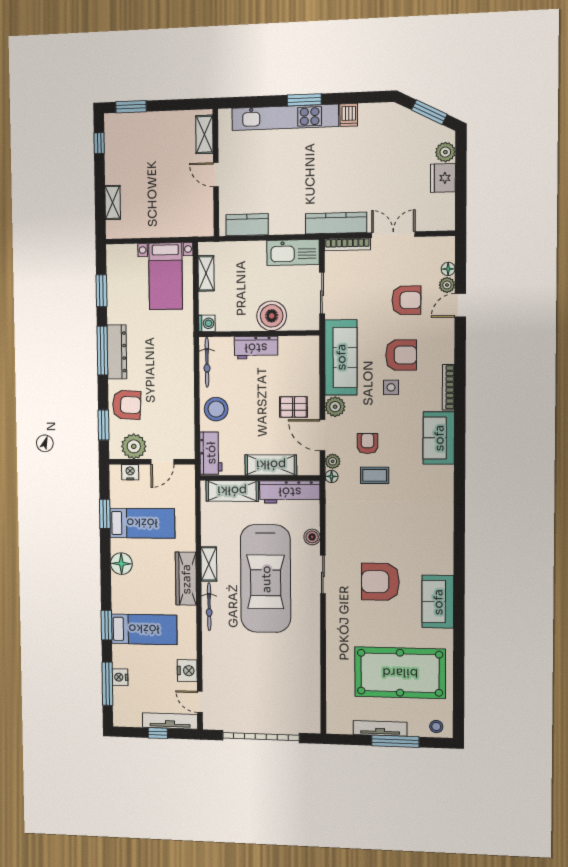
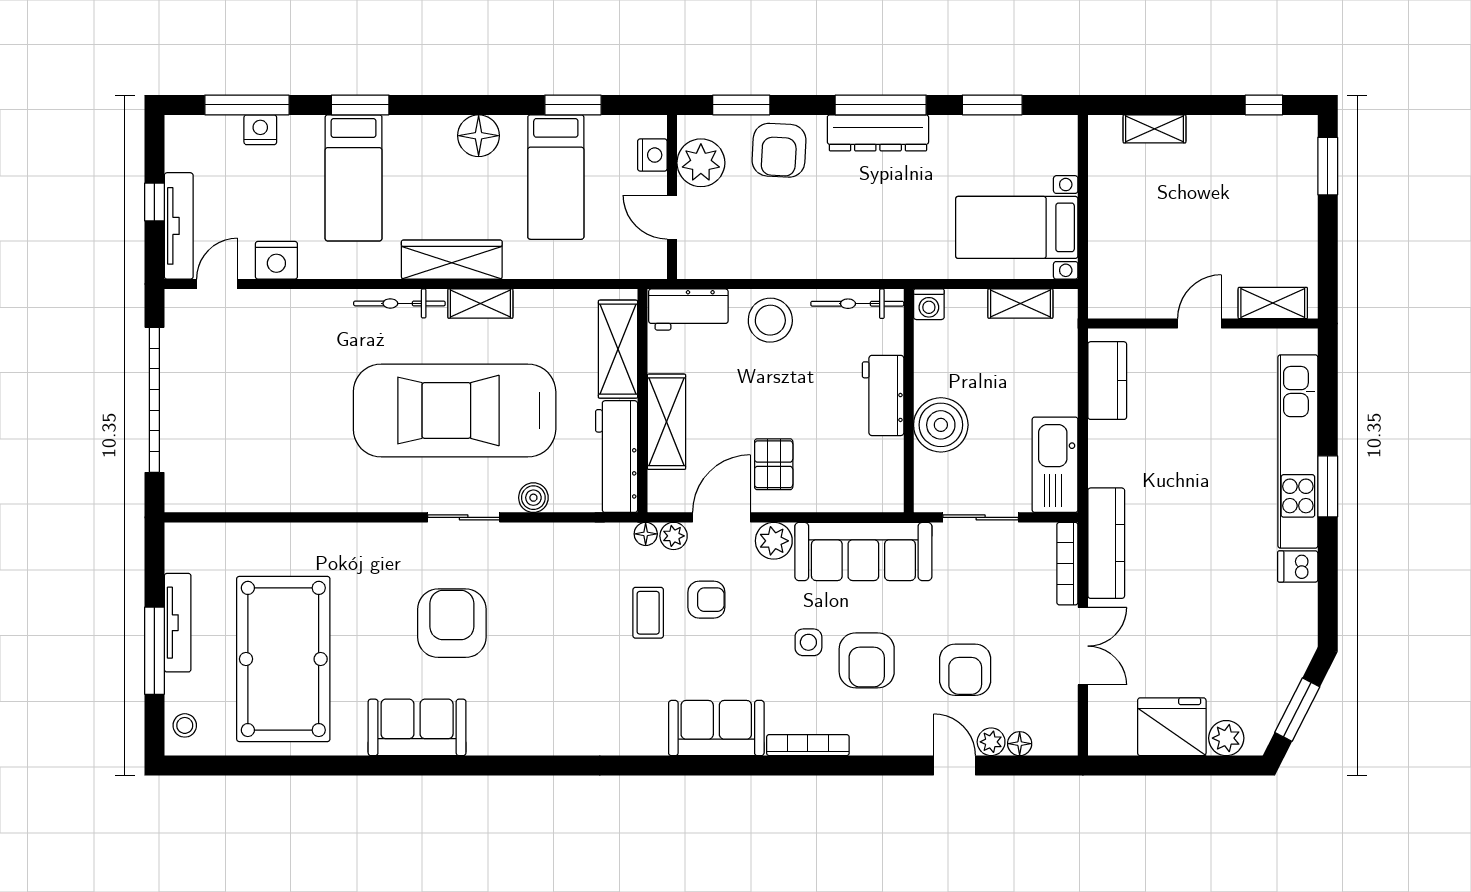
fridge: (443, 178) -> (1172, 727), width x1.36, depth x1.34

